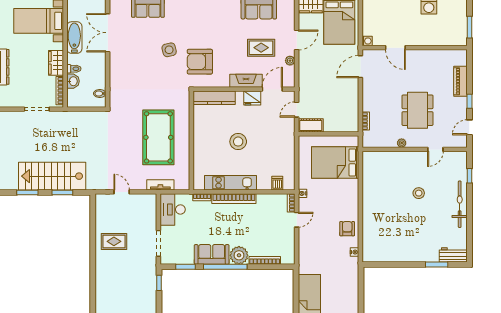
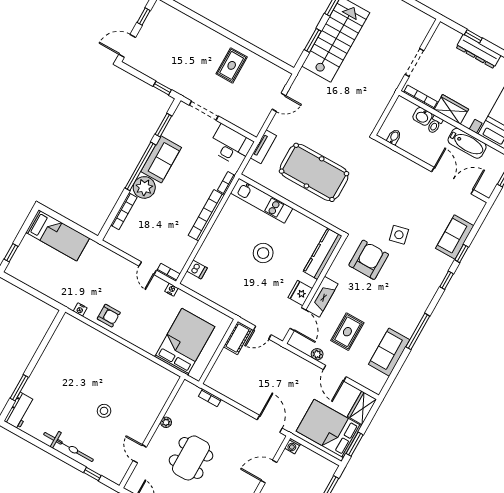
door: (297, 110) -> (262, 333), swing flipped
dining table: (417, 110) -> (191, 458), turned 90
kitchen unit: (230, 183) -> (262, 201), moved, turned 90

